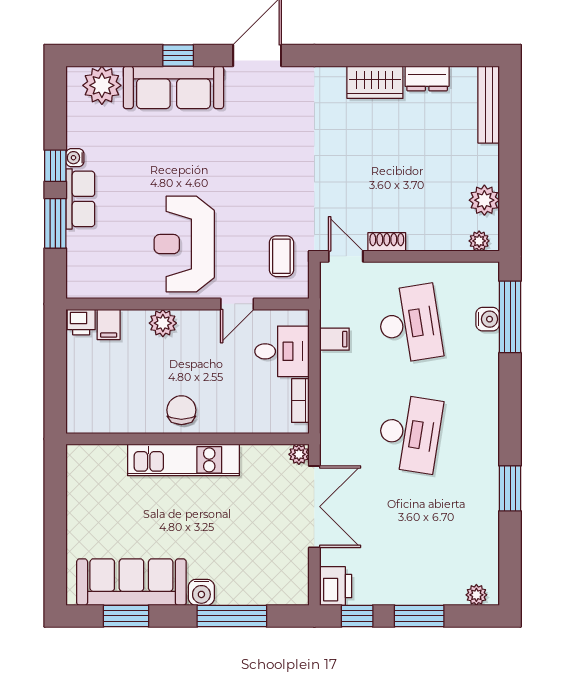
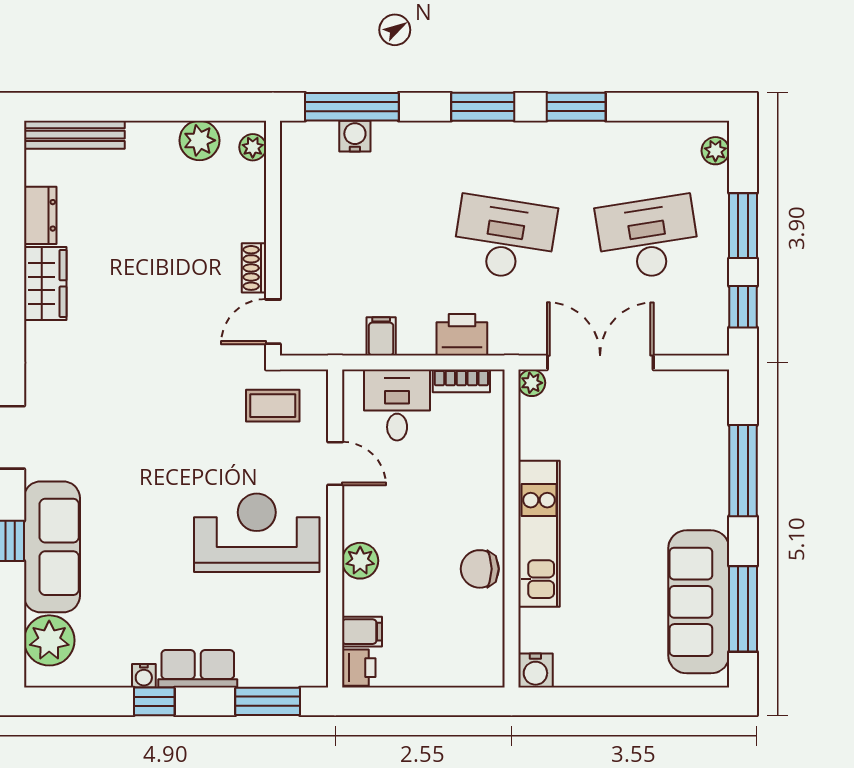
window: (55, 223) -> (268, 701), moved
reception desk: (184, 244) -> (257, 533), turned 180
desk: (410, 324) -> (648, 238), moved
chair: (181, 410) -> (480, 569), moved
window: (510, 417) -> (483, 107), added
printer: (336, 586) -> (462, 335), moved
water cooler: (201, 592) -> (535, 670), moved, turned 90
window: (126, 616) -> (743, 609), width x1.44

